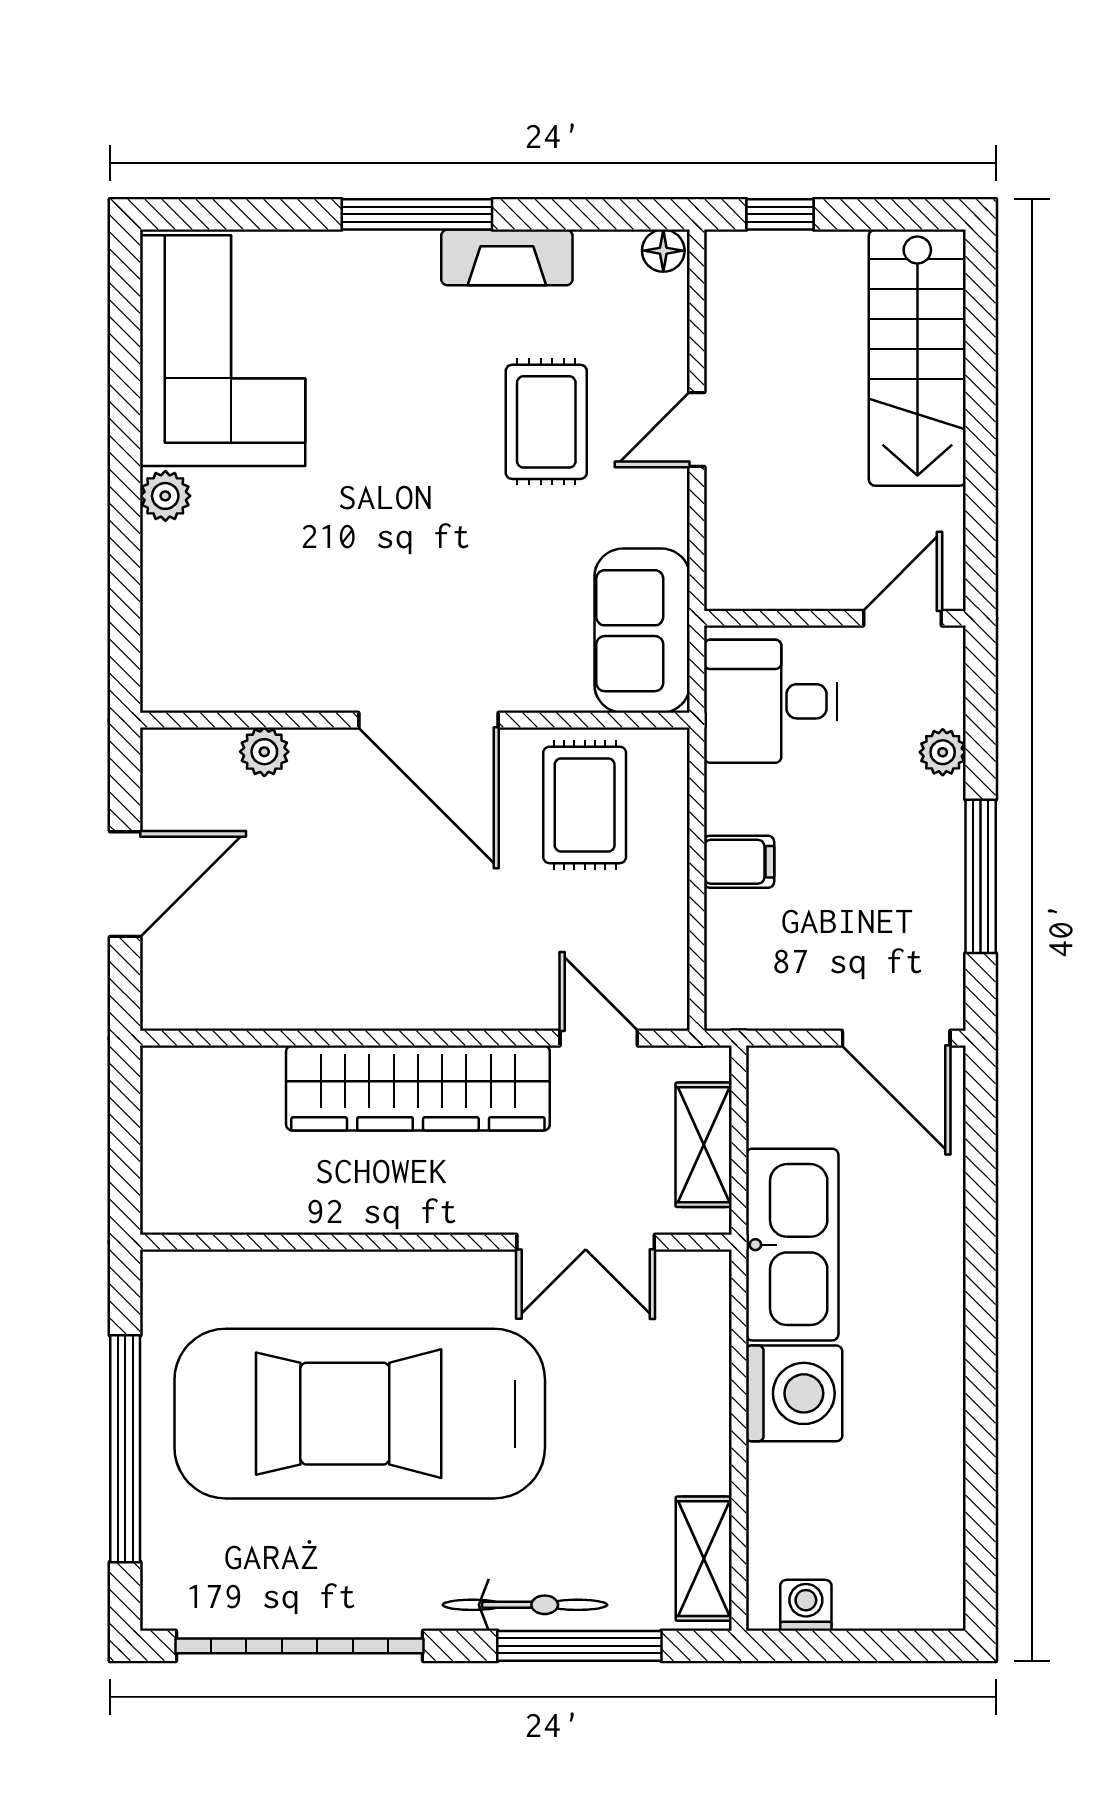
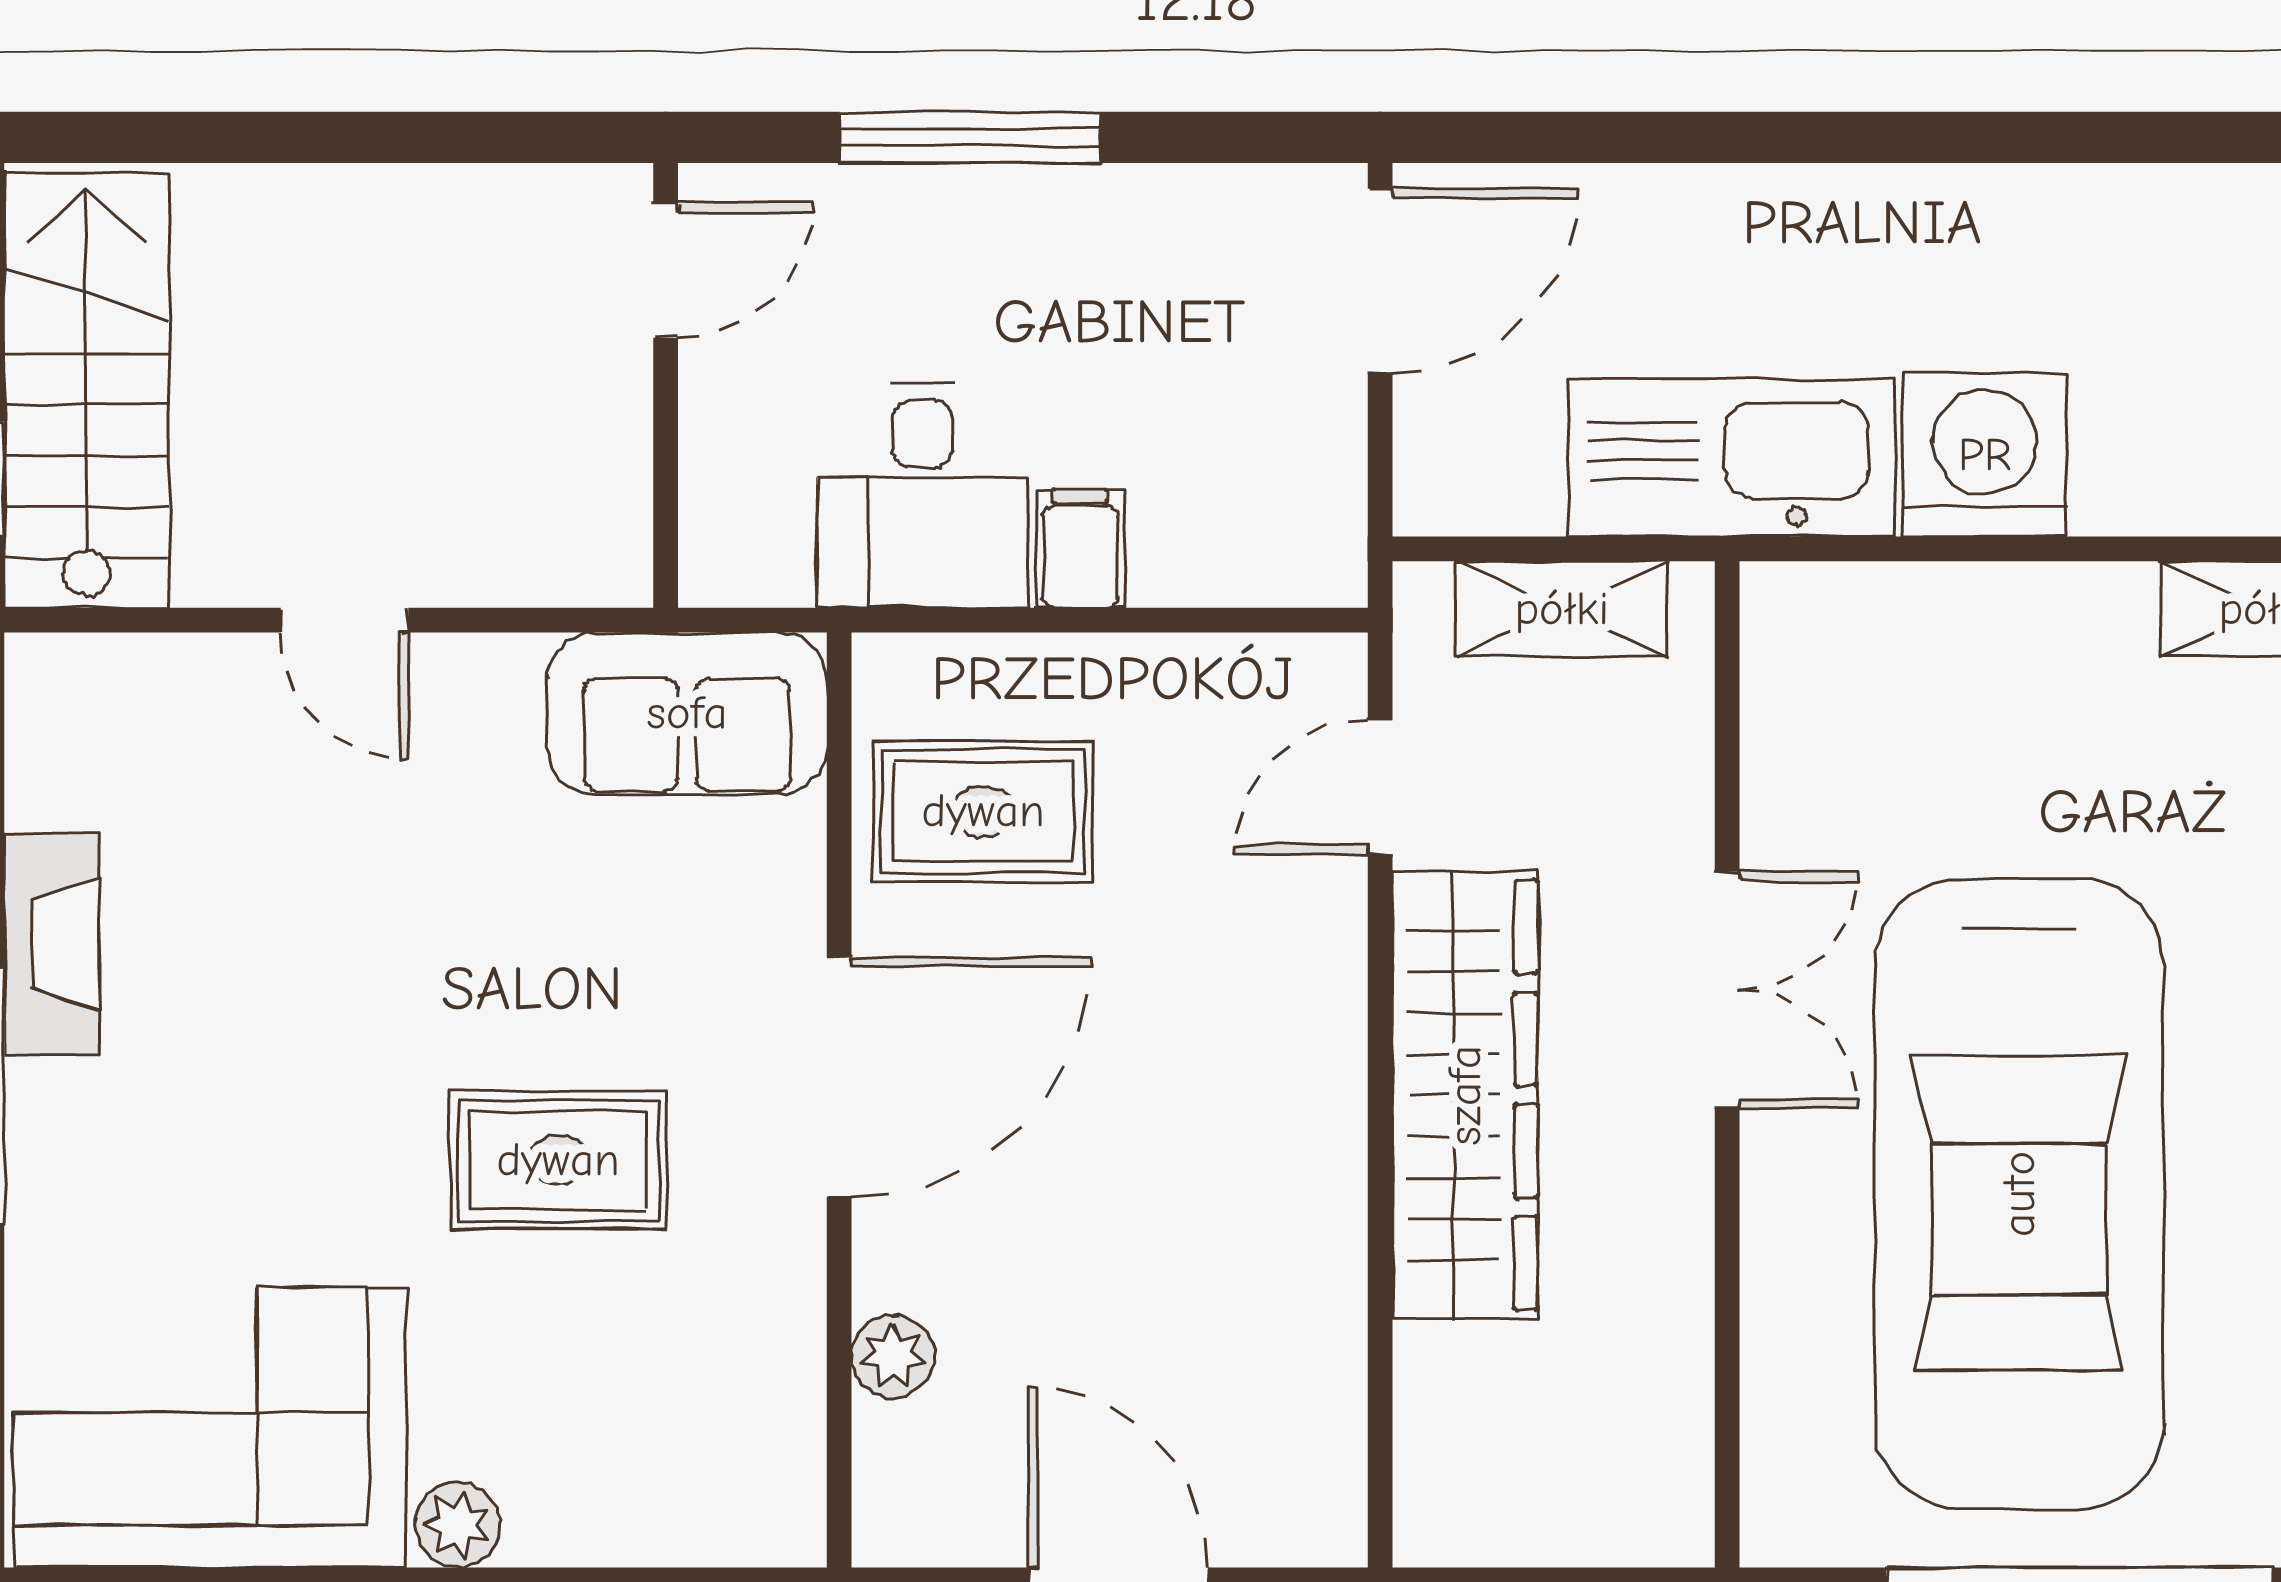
floor lamp: (663, 251) -> (40, 678), removed
stairs: (917, 358) -> (86, 390), moved, turned -90
rug: (546, 422) -> (558, 1160), moved
door: (903, 618) -> (666, 270), swing flipped
desk: (771, 701) -> (922, 495), moved
plant: (943, 752) -> (894, 202), removed
window: (981, 876) -> (970, 137), moved
double door: (586, 1242) -> (1727, 990), moved

